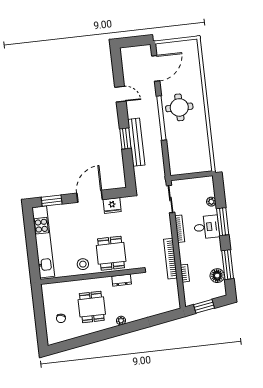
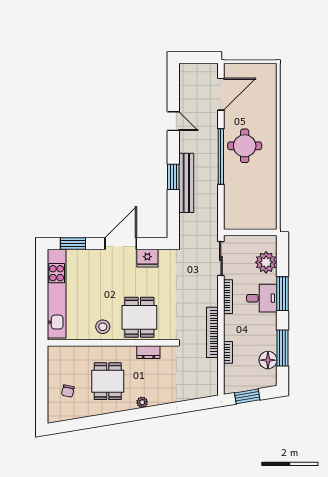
plant: (211, 202) -> (266, 262), width x1.87, depth x1.87

